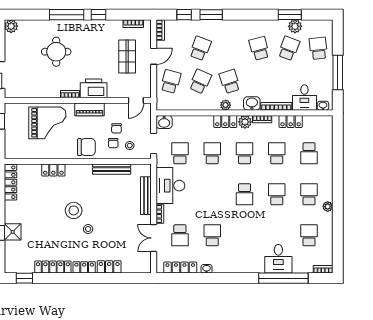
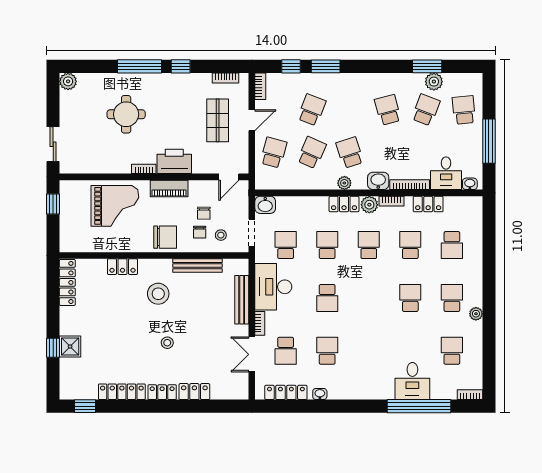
school desk: (244, 194) -> (327, 298), moved
stool: (74, 210) -> (158, 294), moved

